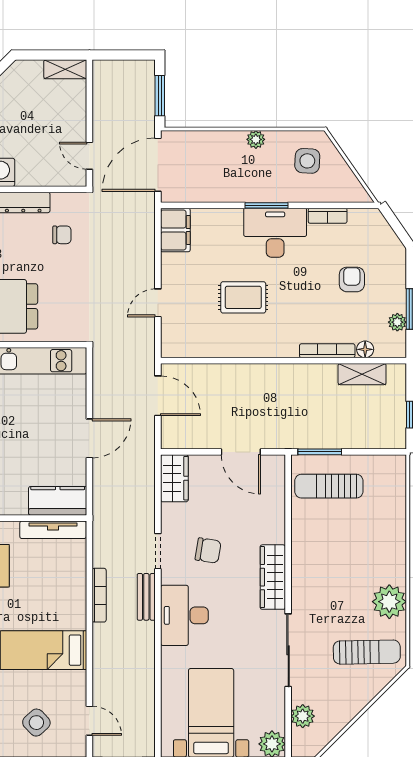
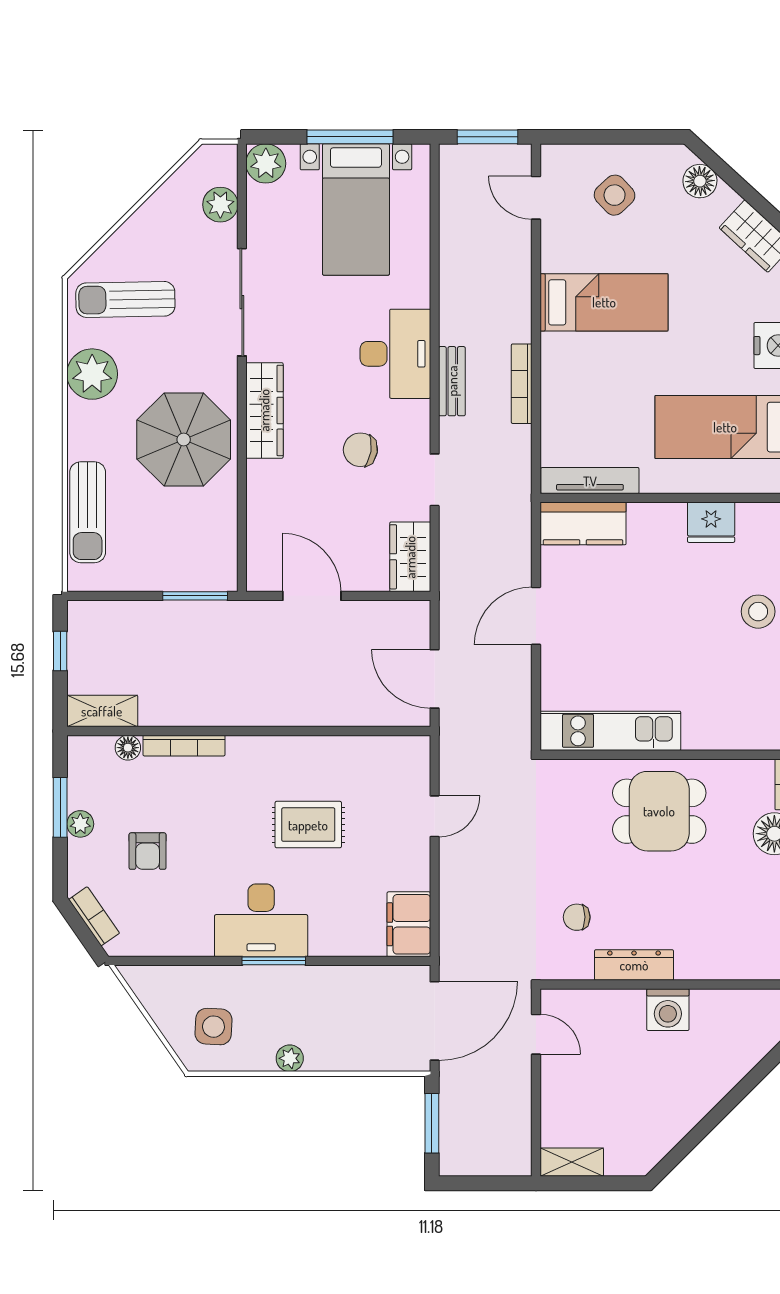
bookcase: (328, 216) -> (94, 916), moved, turned 55
plant: (397, 322) -> (80, 824), moved
shelving: (362, 374) -> (102, 711), moved
sun lounger: (329, 486) -> (88, 512), moved, turned 90
doorway: (158, 551) -> (435, 480), moved
parasol: (327, 557) -> (184, 440), added

